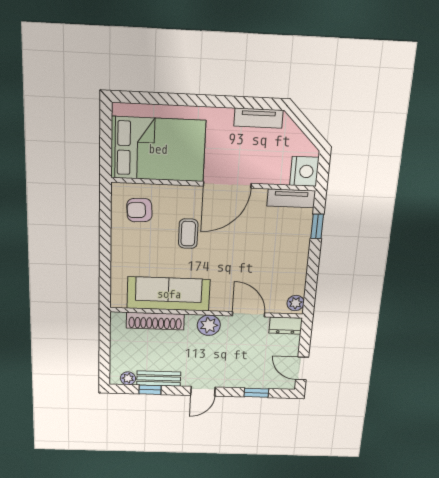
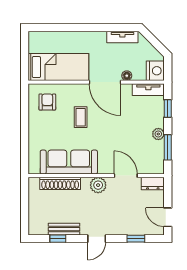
bed: (158, 149) -> (58, 67), width x0.67
floor lamp: (261, 177) -> (127, 76), added
door: (227, 185) -> (105, 82), hinge flipped
armchair: (139, 210) -> (47, 102), turned 93
window: (312, 279) -> (168, 147), added
plant: (296, 303) -> (158, 134), moved
plant: (128, 378) -> (42, 230), removed

